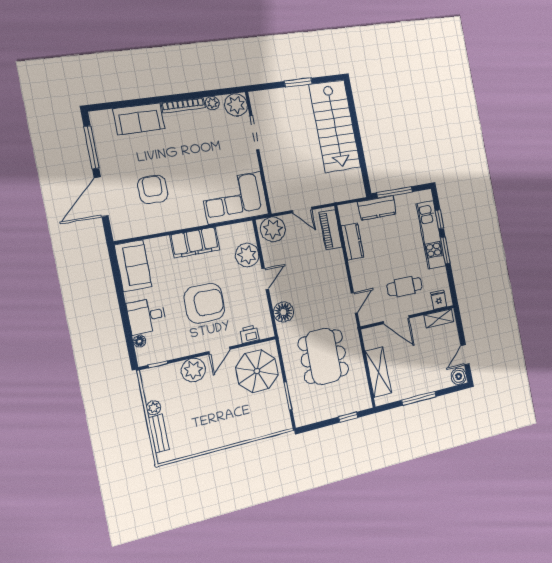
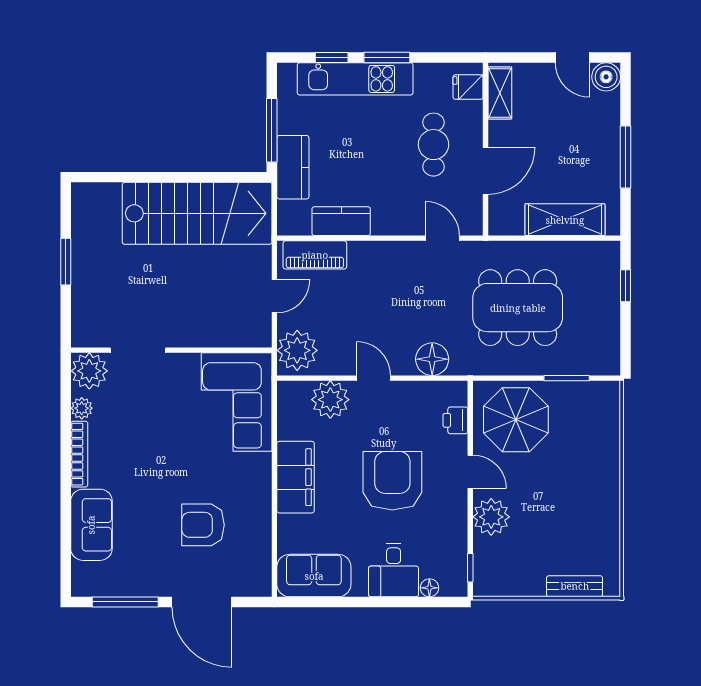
stairs: (335, 126) -> (197, 213), moved
plant: (154, 408) -> (534, 586), removed

